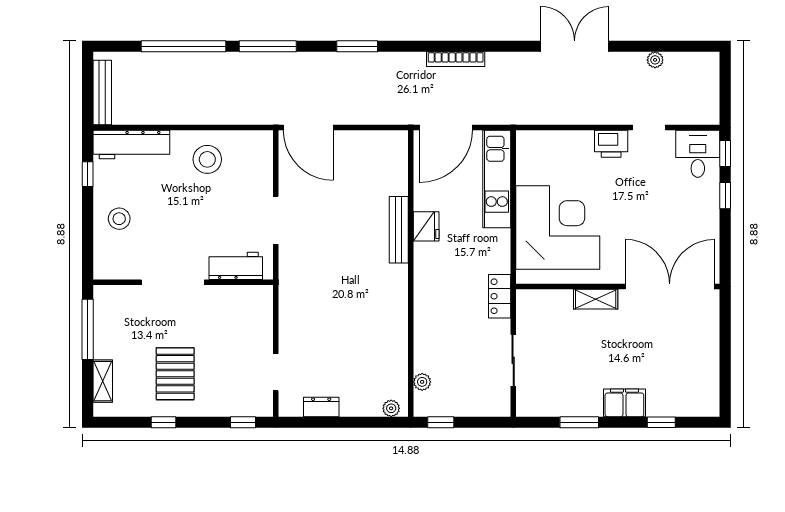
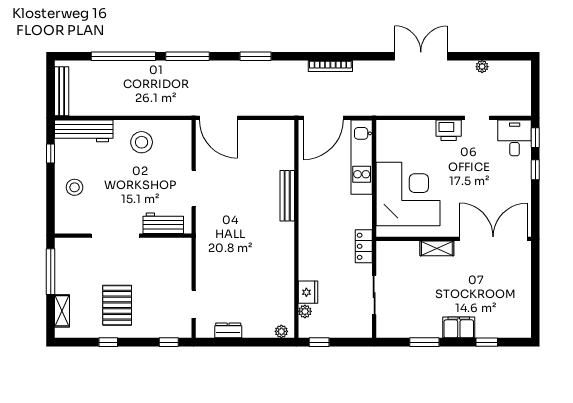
fridge: (426, 226) -> (308, 292), moved

